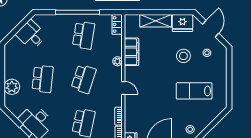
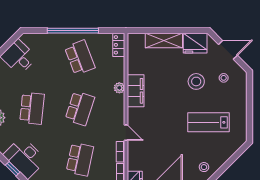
door: (211, 29) -> (228, 50), hinge flipped
school desk: (84, 35) -> (80, 57), turned -30
filing cabinet: (131, 52) -> (136, 91), moved
door: (123, 88) -> (126, 133), moved

